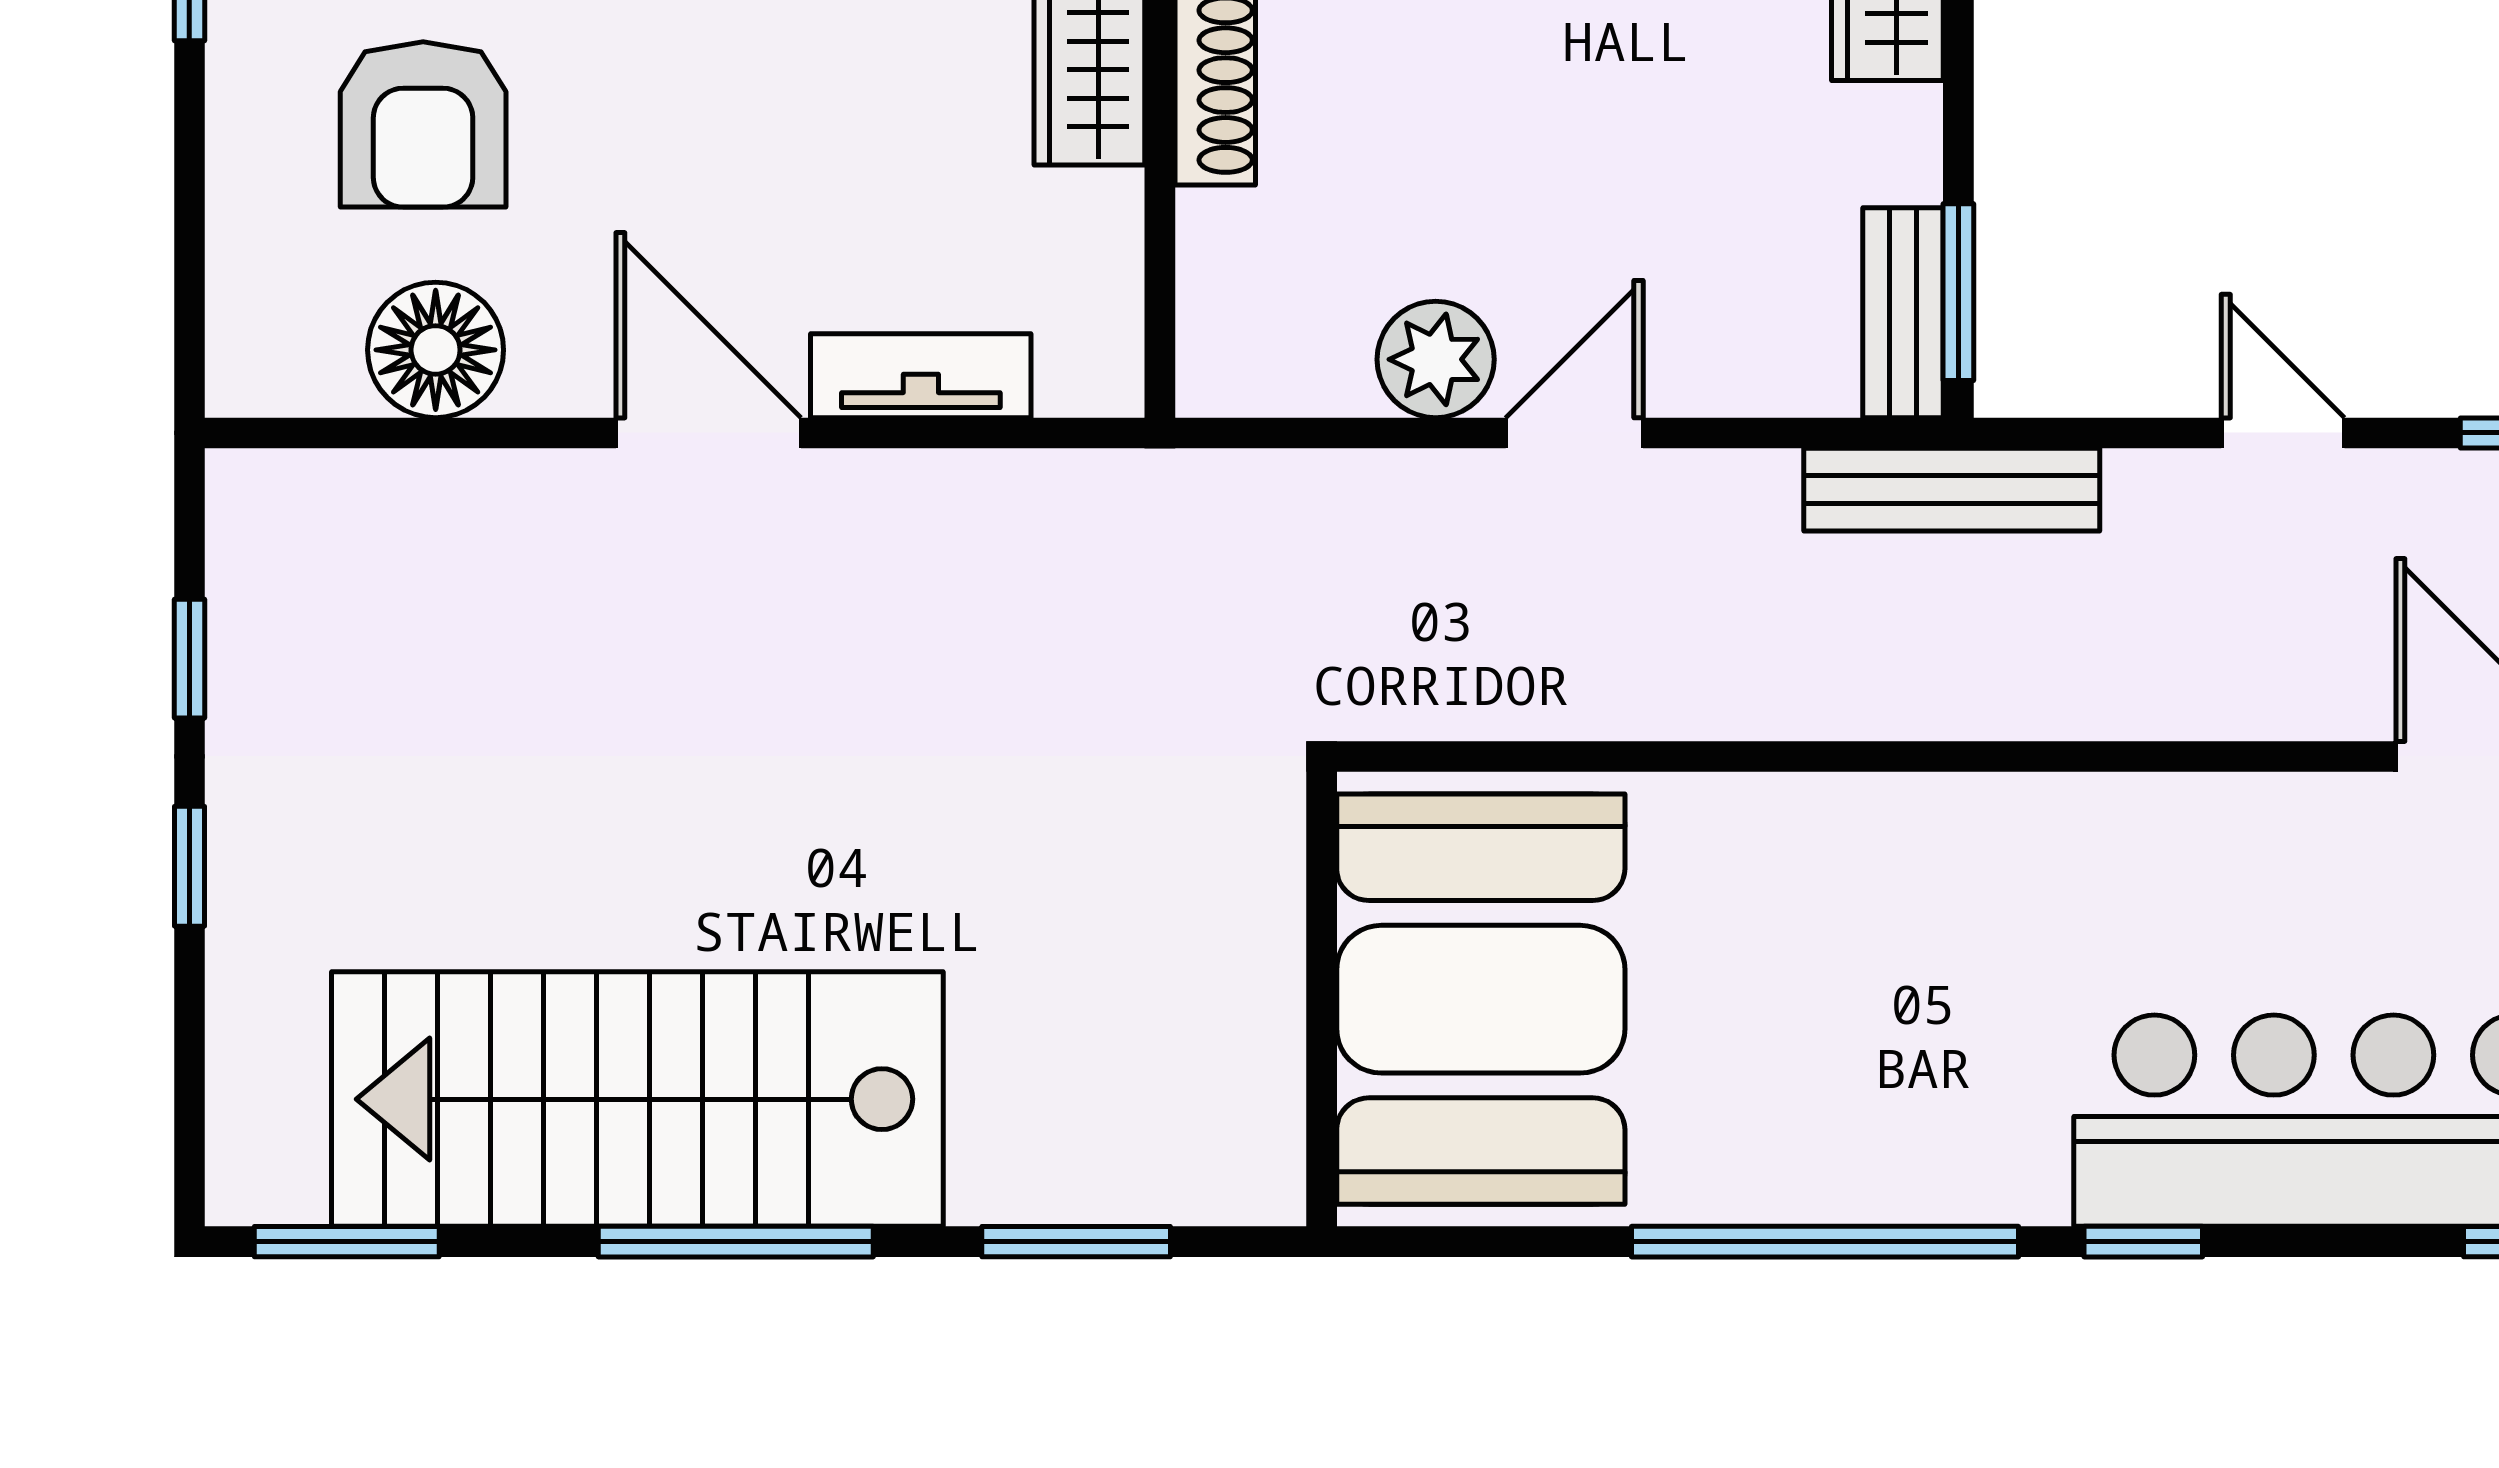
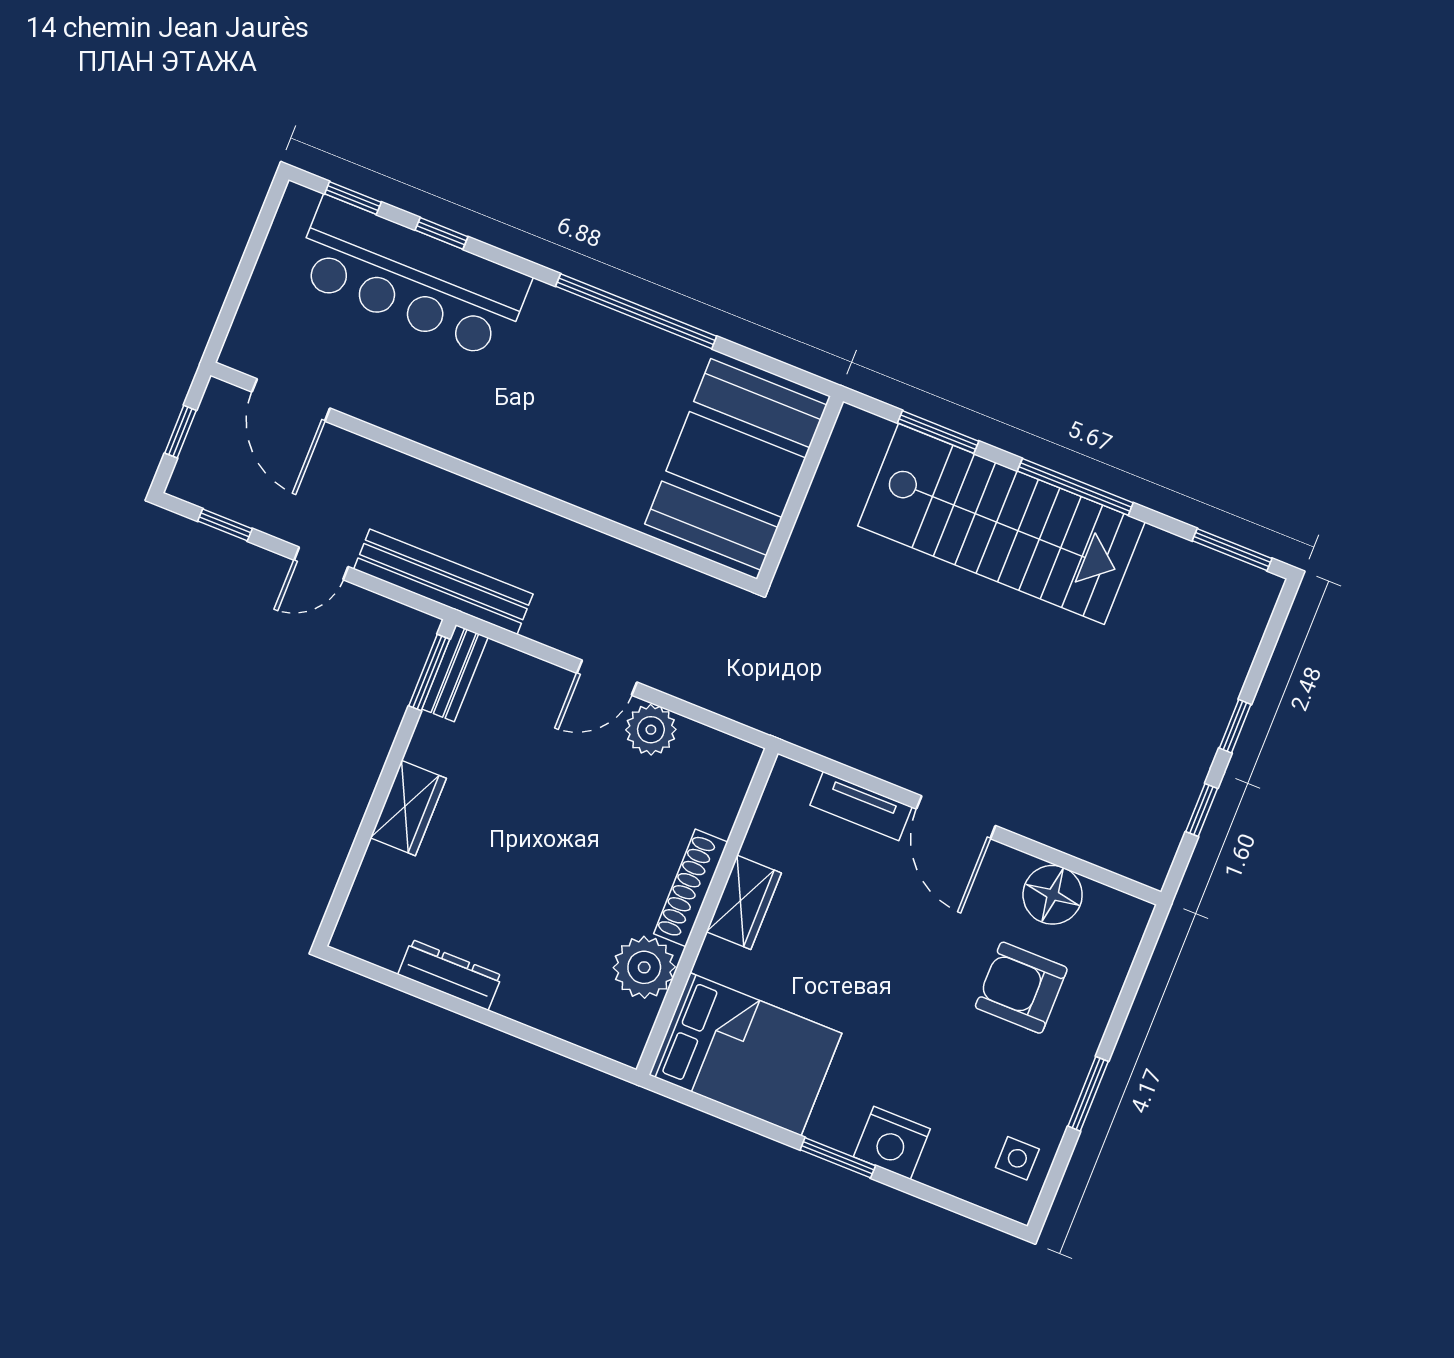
armchair: (423, 124) -> (1021, 988), turned -90
door: (2283, 433) -> (321, 563), hinge flipped
bench: (1952, 490) -> (443, 582), width x1.37, depth x1.21
stairs: (637, 1099) -> (1001, 524), moved
window: (2143, 1242) -> (442, 233), moved

